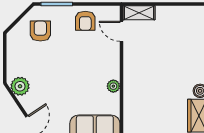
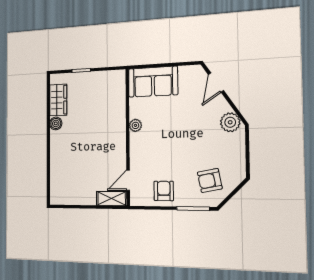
armchair: (40, 31) -> (210, 180), turned 79
door: (121, 31) -> (128, 180), swing flipped

